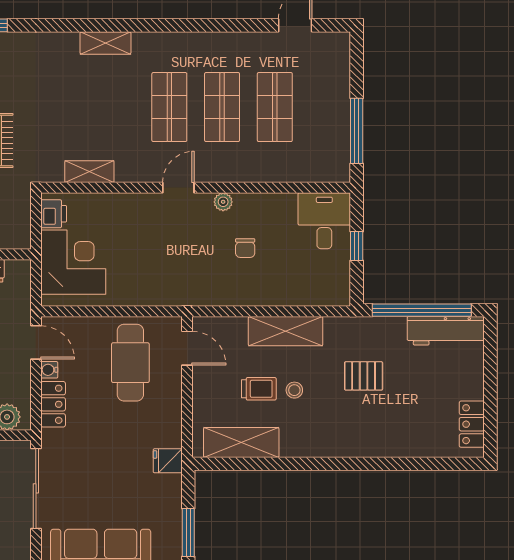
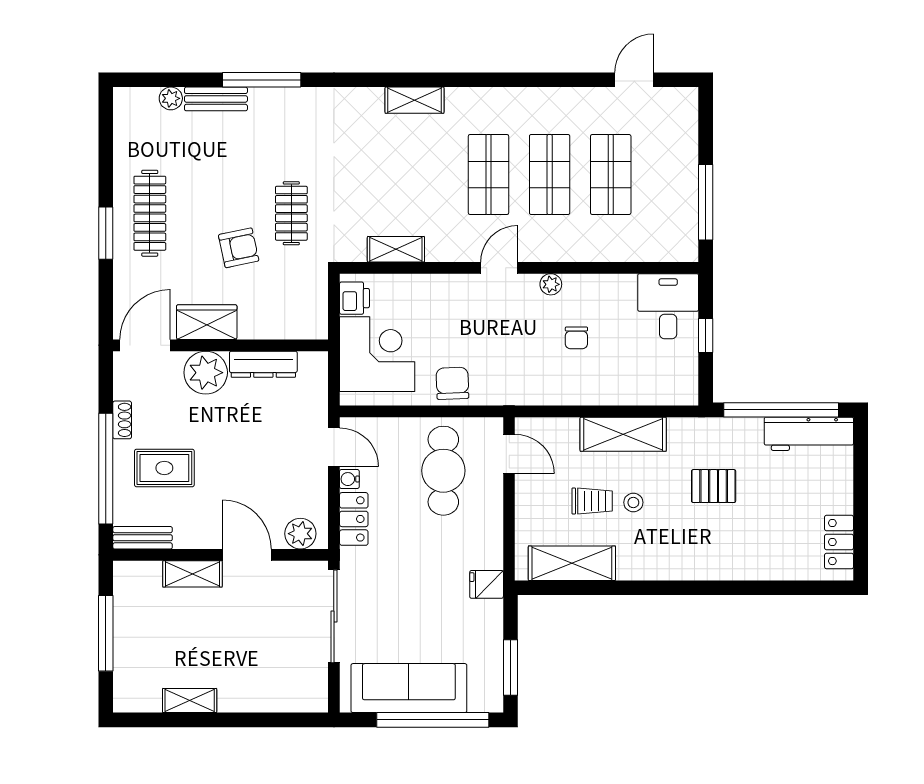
chair: (138, 287) -> (452, 383), added

